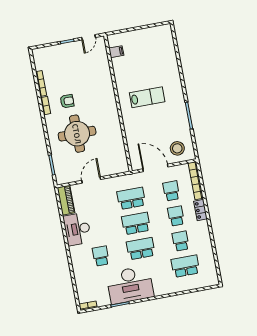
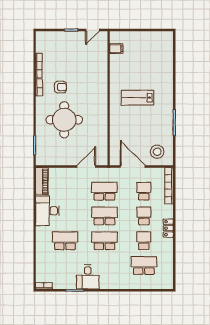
lab bench: (147, 97) -> (138, 98), turned 180
door: (91, 180) -> (86, 166), moved
locker: (200, 210) -> (168, 228), moved
school desk: (101, 256) -> (65, 241), width x1.85
desk: (130, 285) -> (88, 277), width x0.53, depth x0.77

